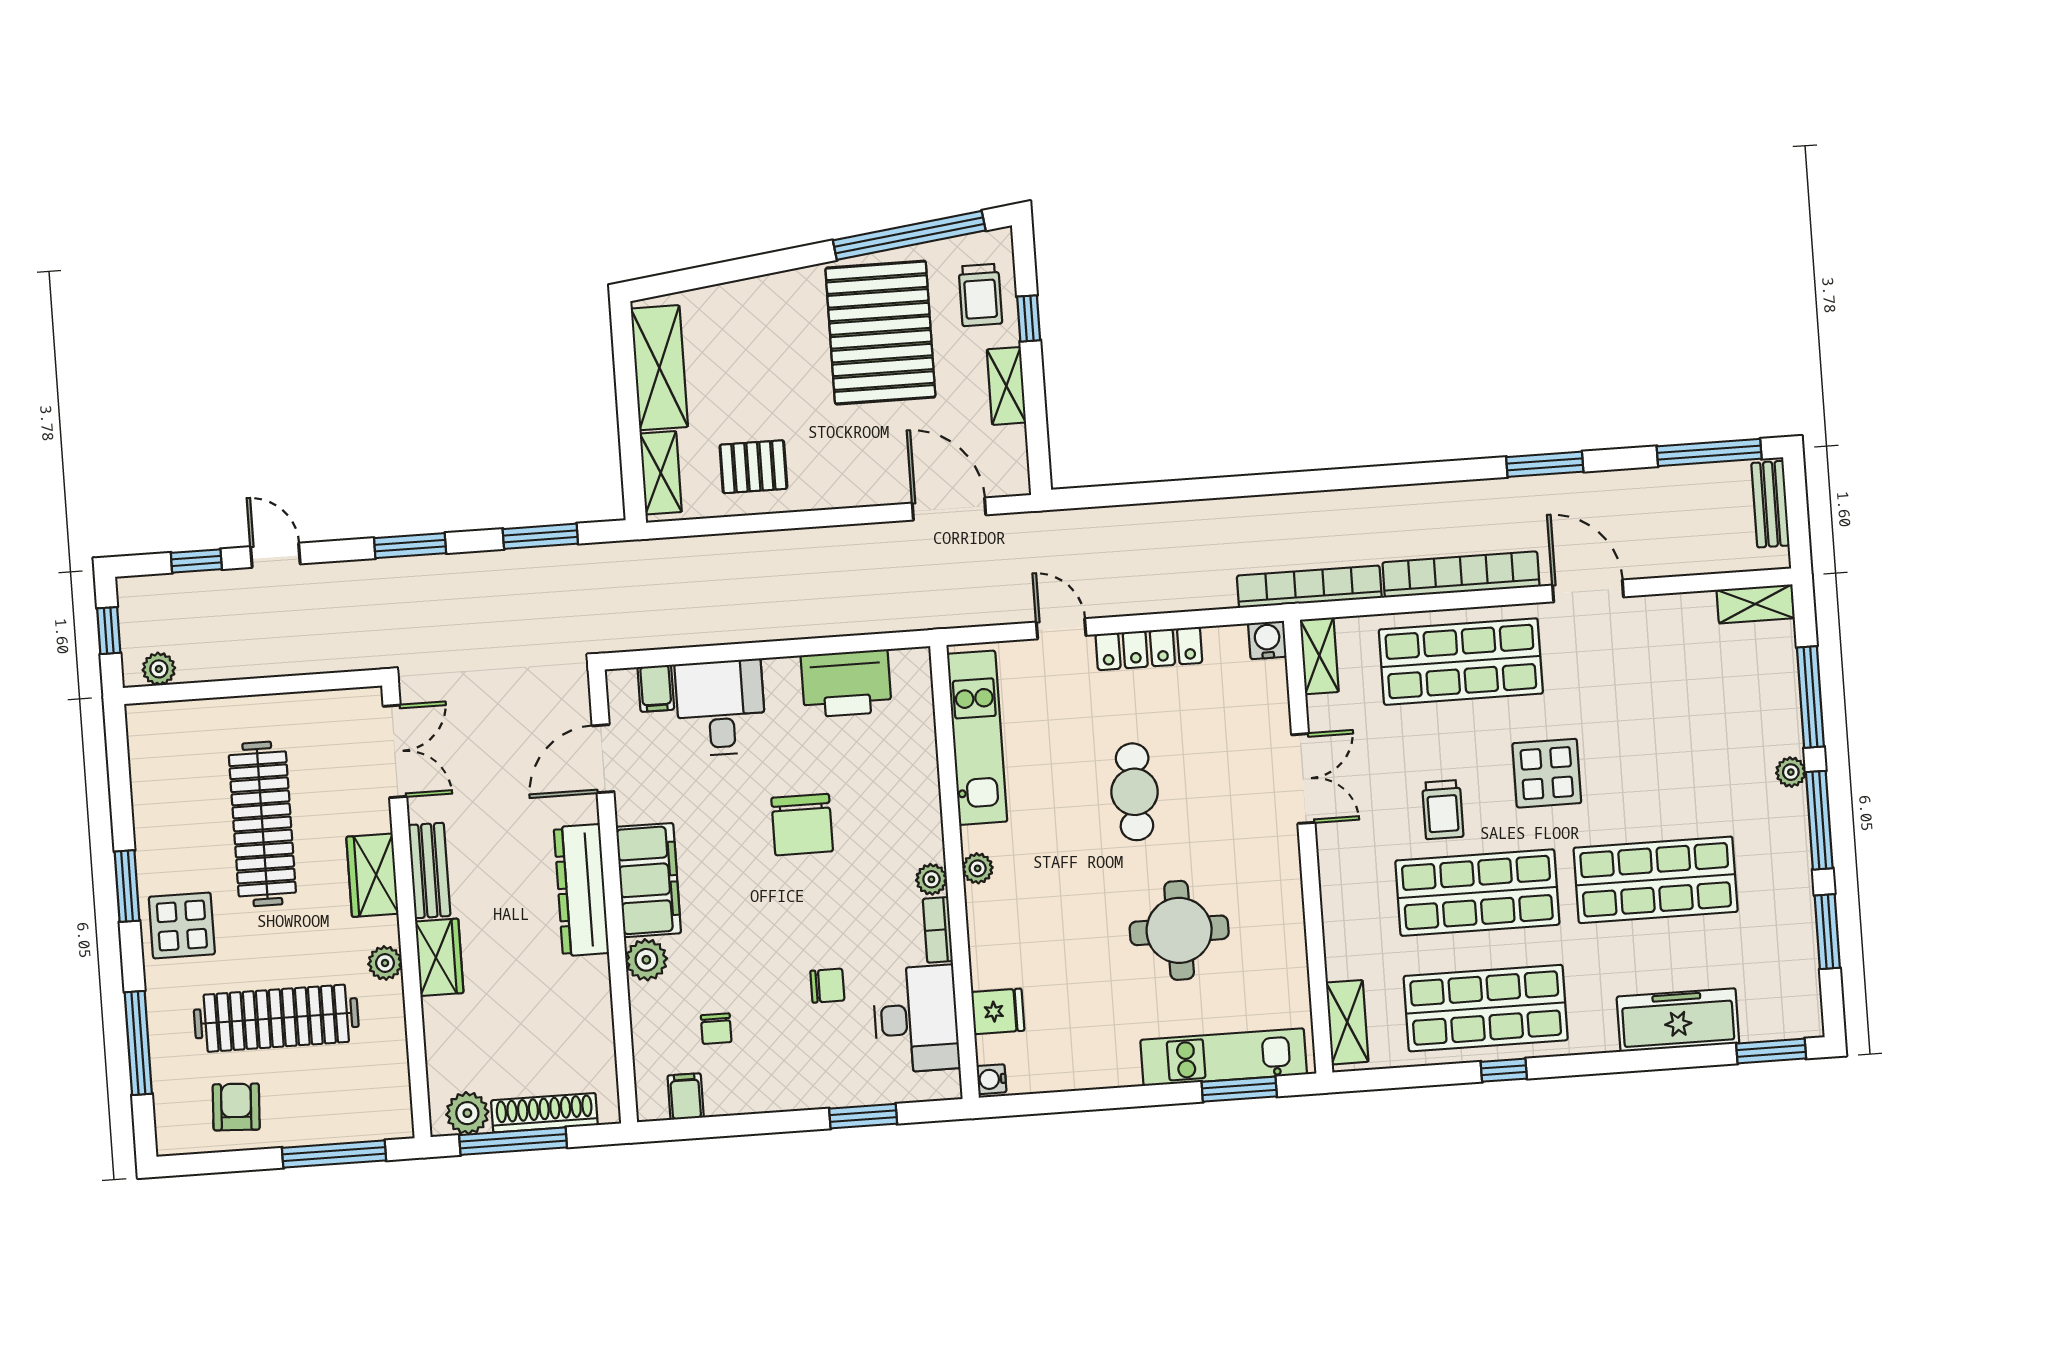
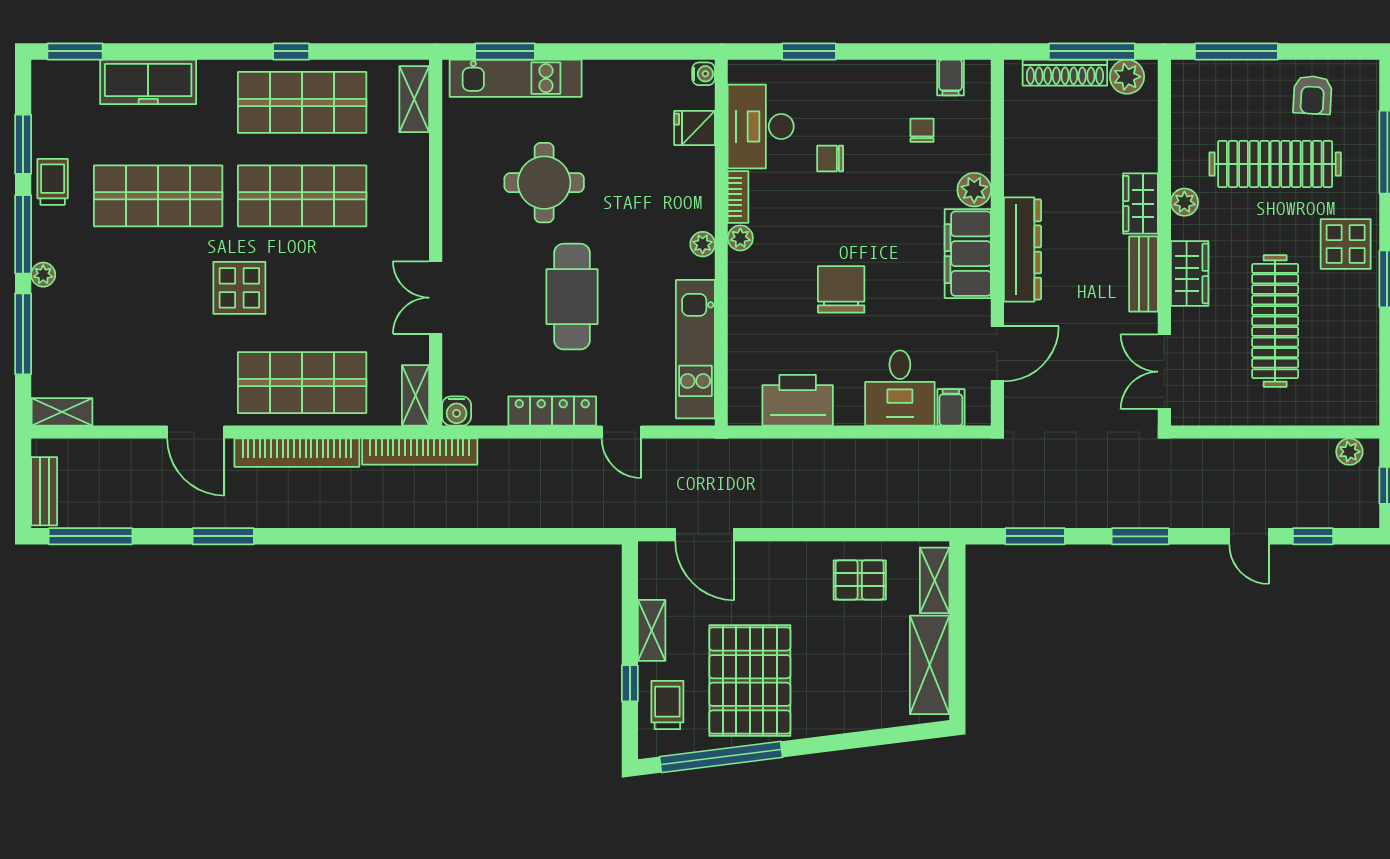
cafe table: (1135, 792) -> (572, 297), width x1.37, depth x1.35
trolley: (1443, 810) -> (53, 182), moved

